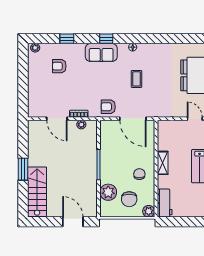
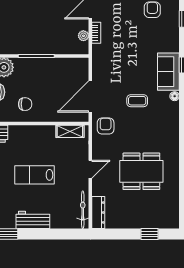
sofa: (101, 52) -> (168, 72), moved
armchair: (108, 107) -> (106, 126), moved
shelving: (163, 163) -> (70, 131), moved

